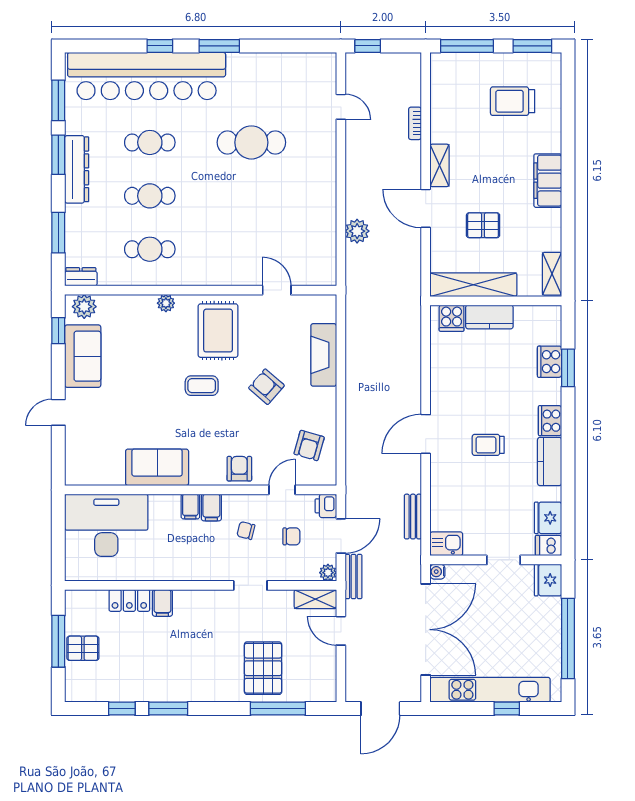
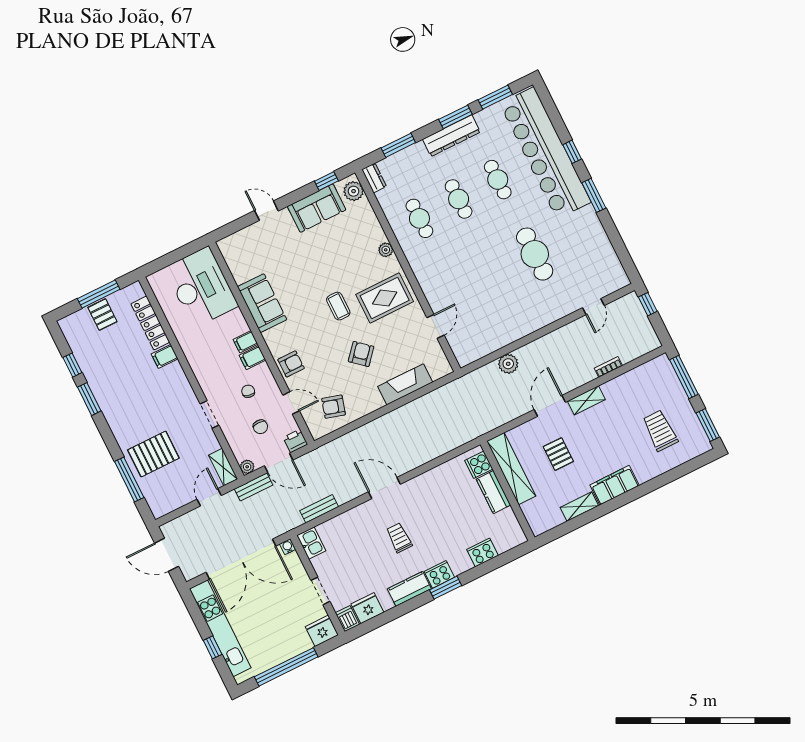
shelving: (552, 274) -> (579, 507), moved
window: (568, 368) -> (446, 588), moved
locker: (129, 600) -> (150, 323), width x1.53

